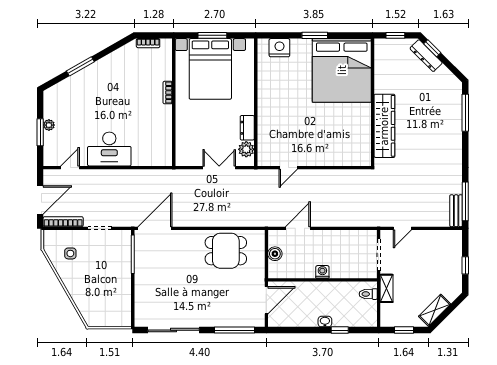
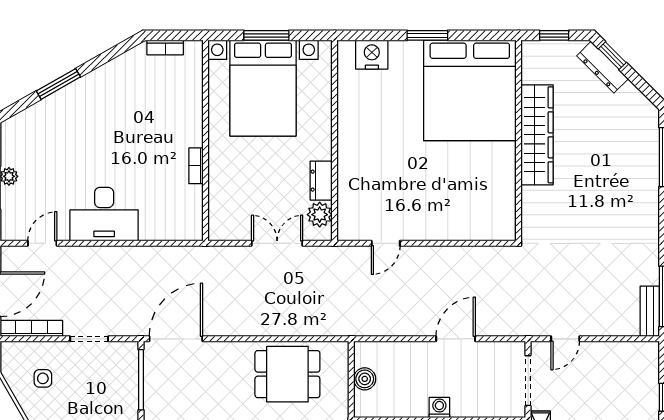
bookcase: (168, 93) -> (196, 166), moved
wardrobe: (384, 126) -> (537, 135), moved
door: (298, 228) -> (456, 339), moved

